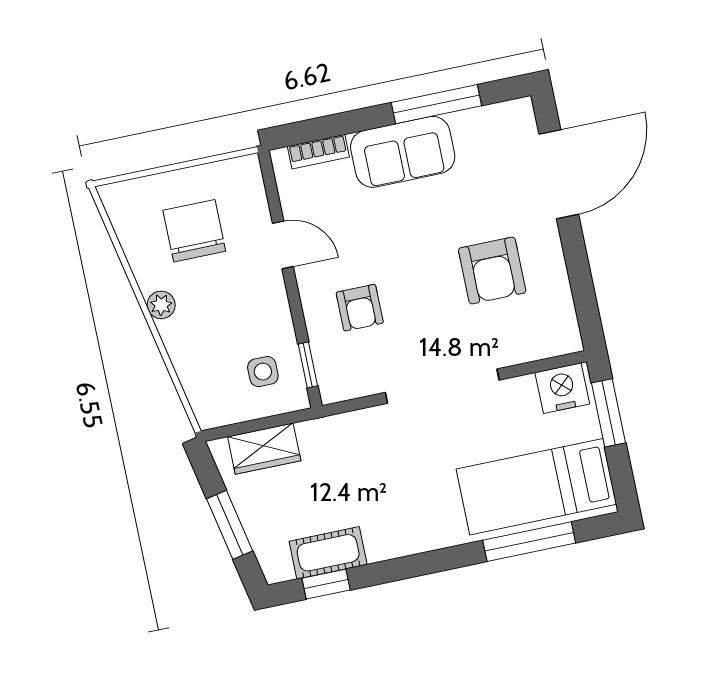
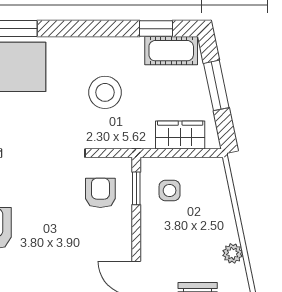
armchair: (360, 308) -> (100, 193), moved
stool: (376, 485) -> (105, 92), added
cot: (328, 553) -> (171, 51), moved

